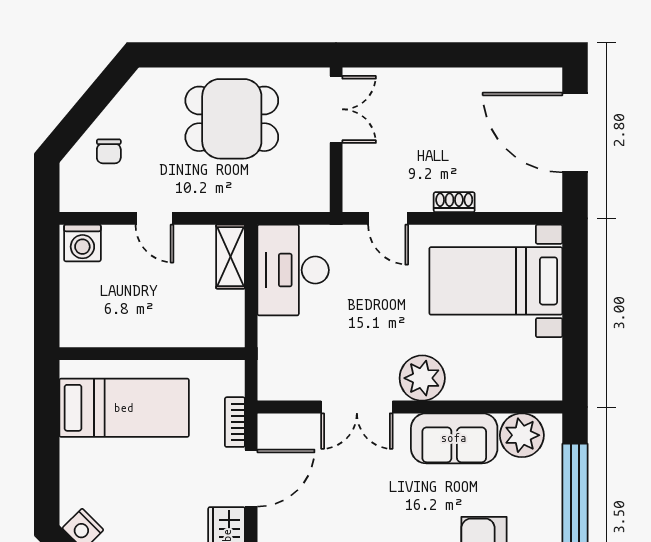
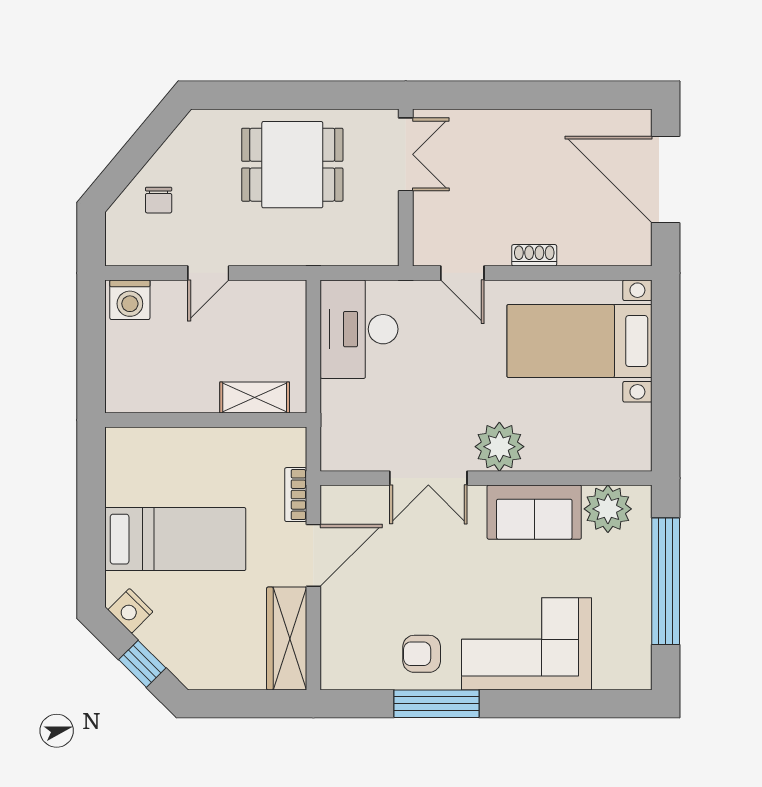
door: (154, 218) -> (208, 273), hinge flipped
shelving: (230, 257) -> (255, 397), moved, turned 90
bed: (124, 408) -> (175, 539), moved

